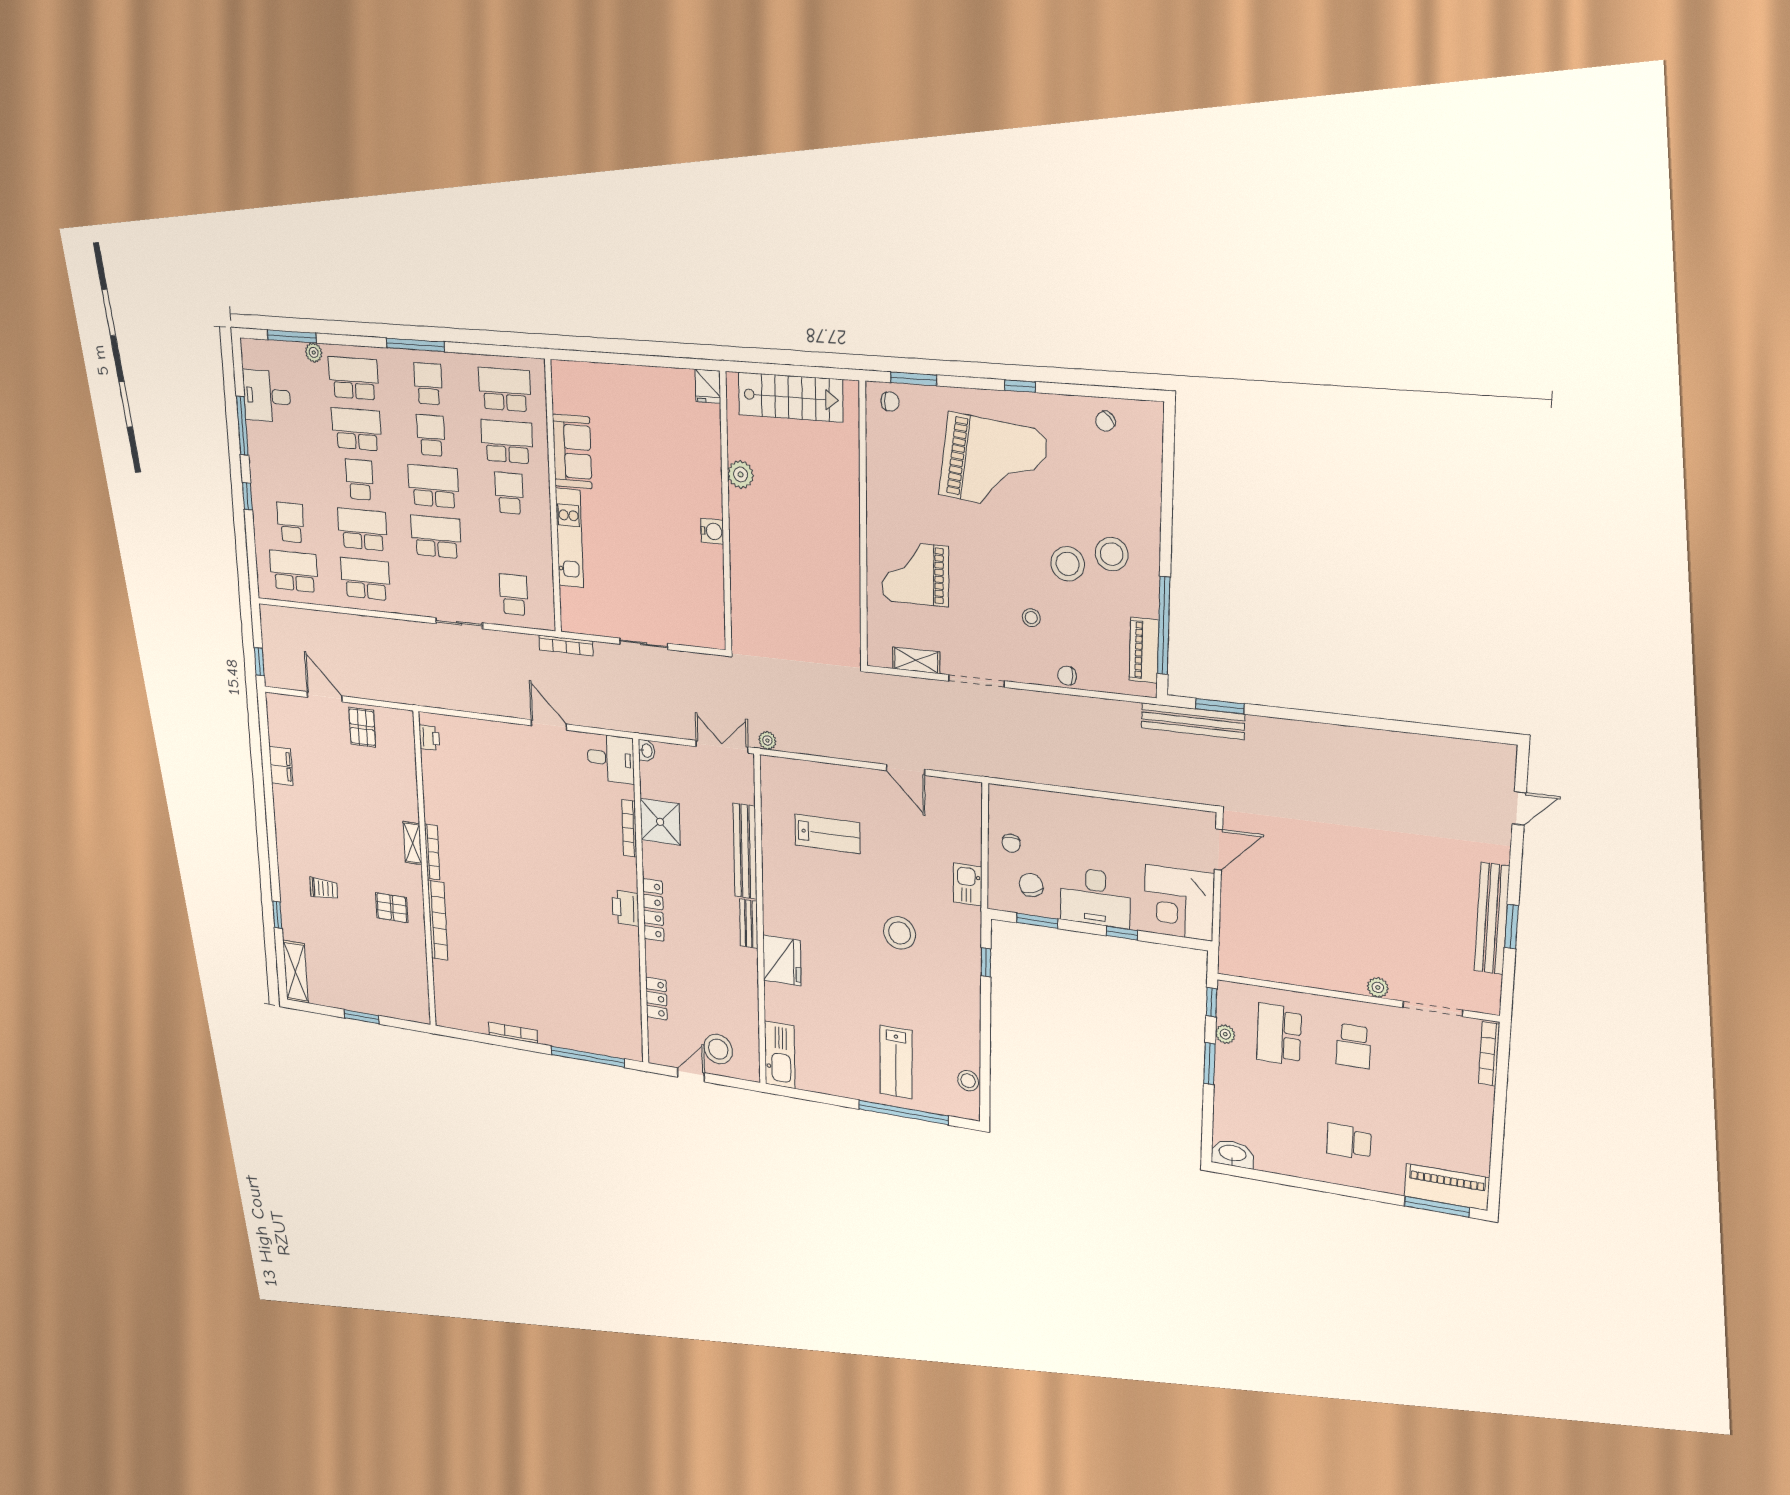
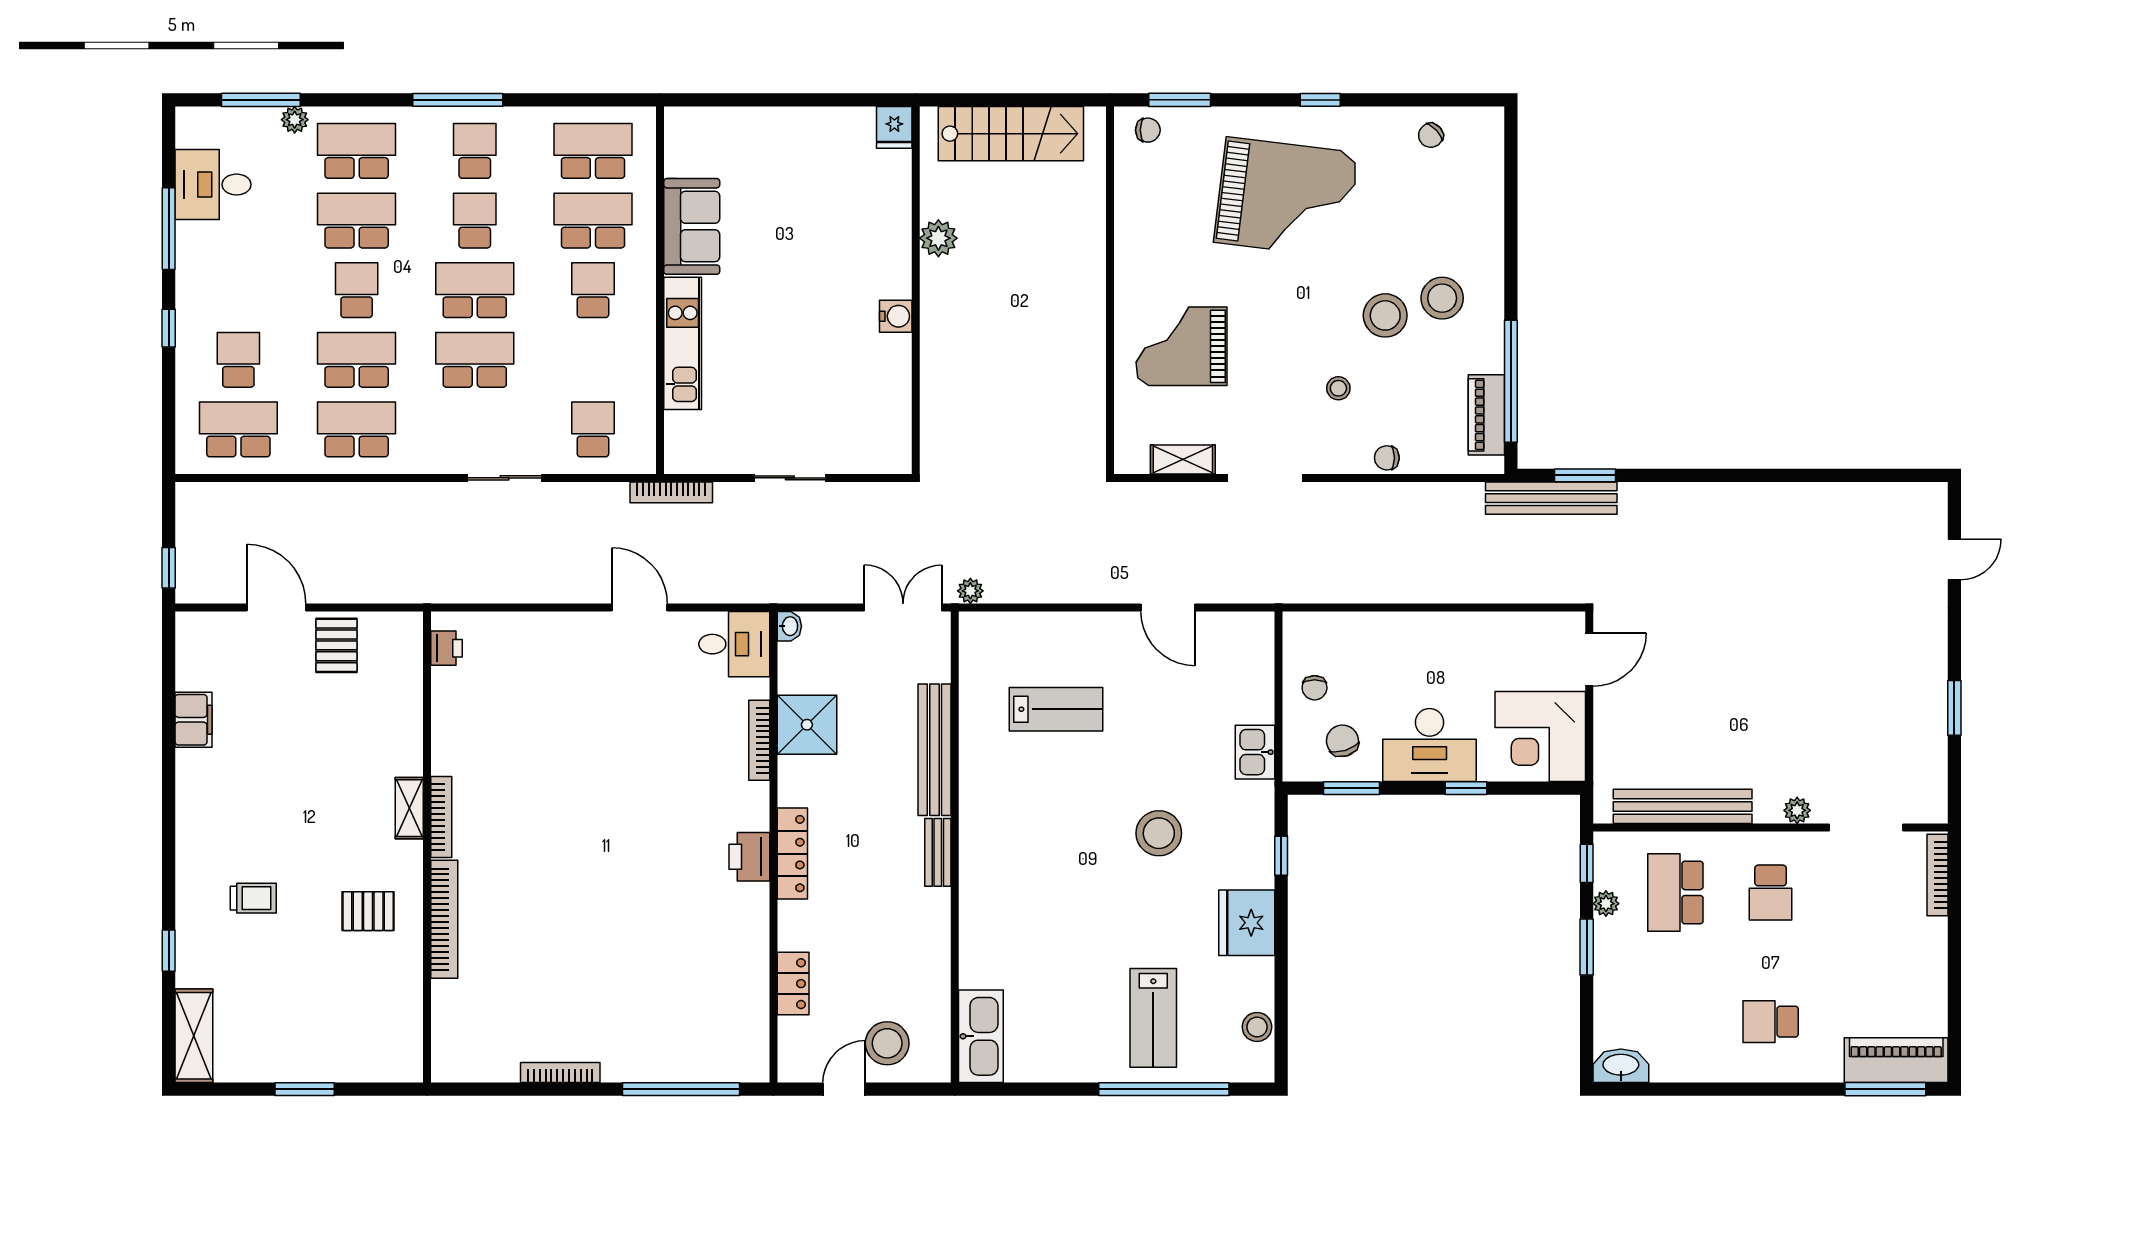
bench: (1492, 919) -> (1683, 806), moved, turned 90
fridge: (782, 960) -> (1247, 923), moved, turned 180

